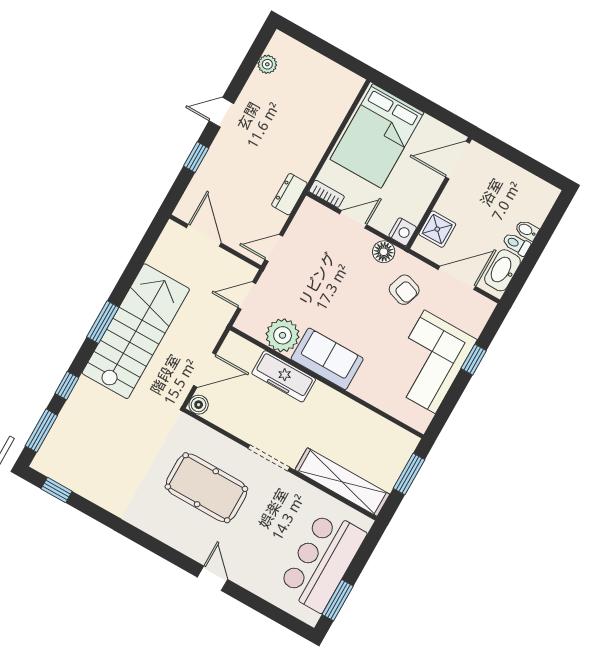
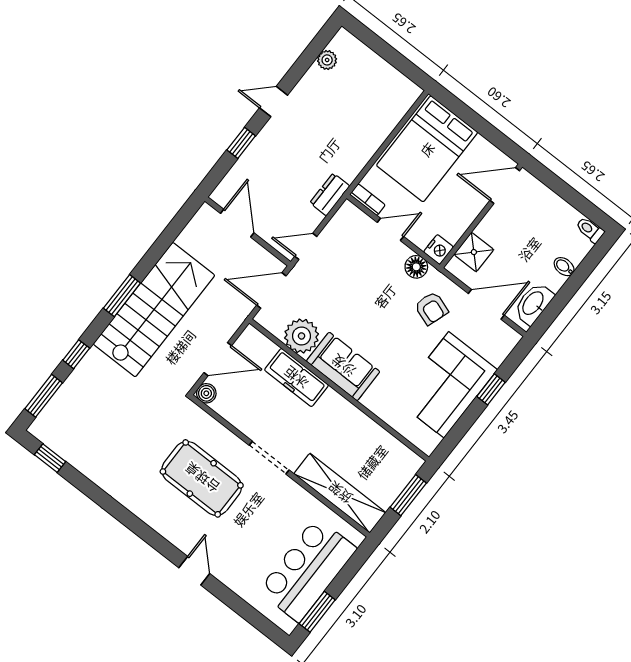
toilet: (516, 244) -> (590, 230), moved
door: (247, 296) -> (271, 290), width x1.38

